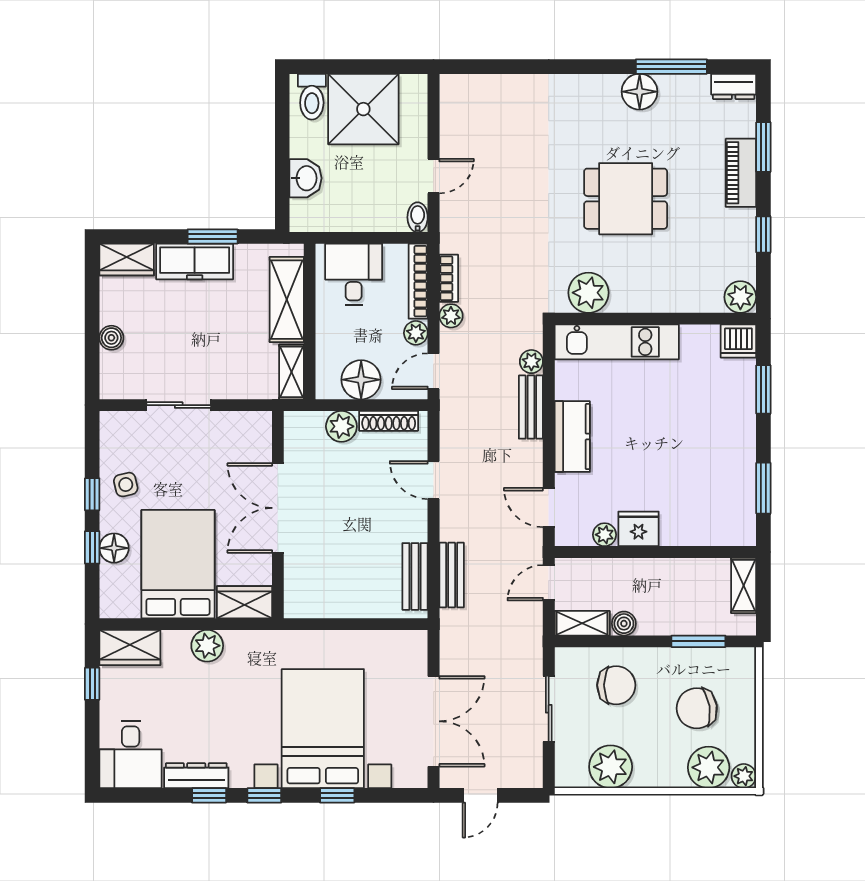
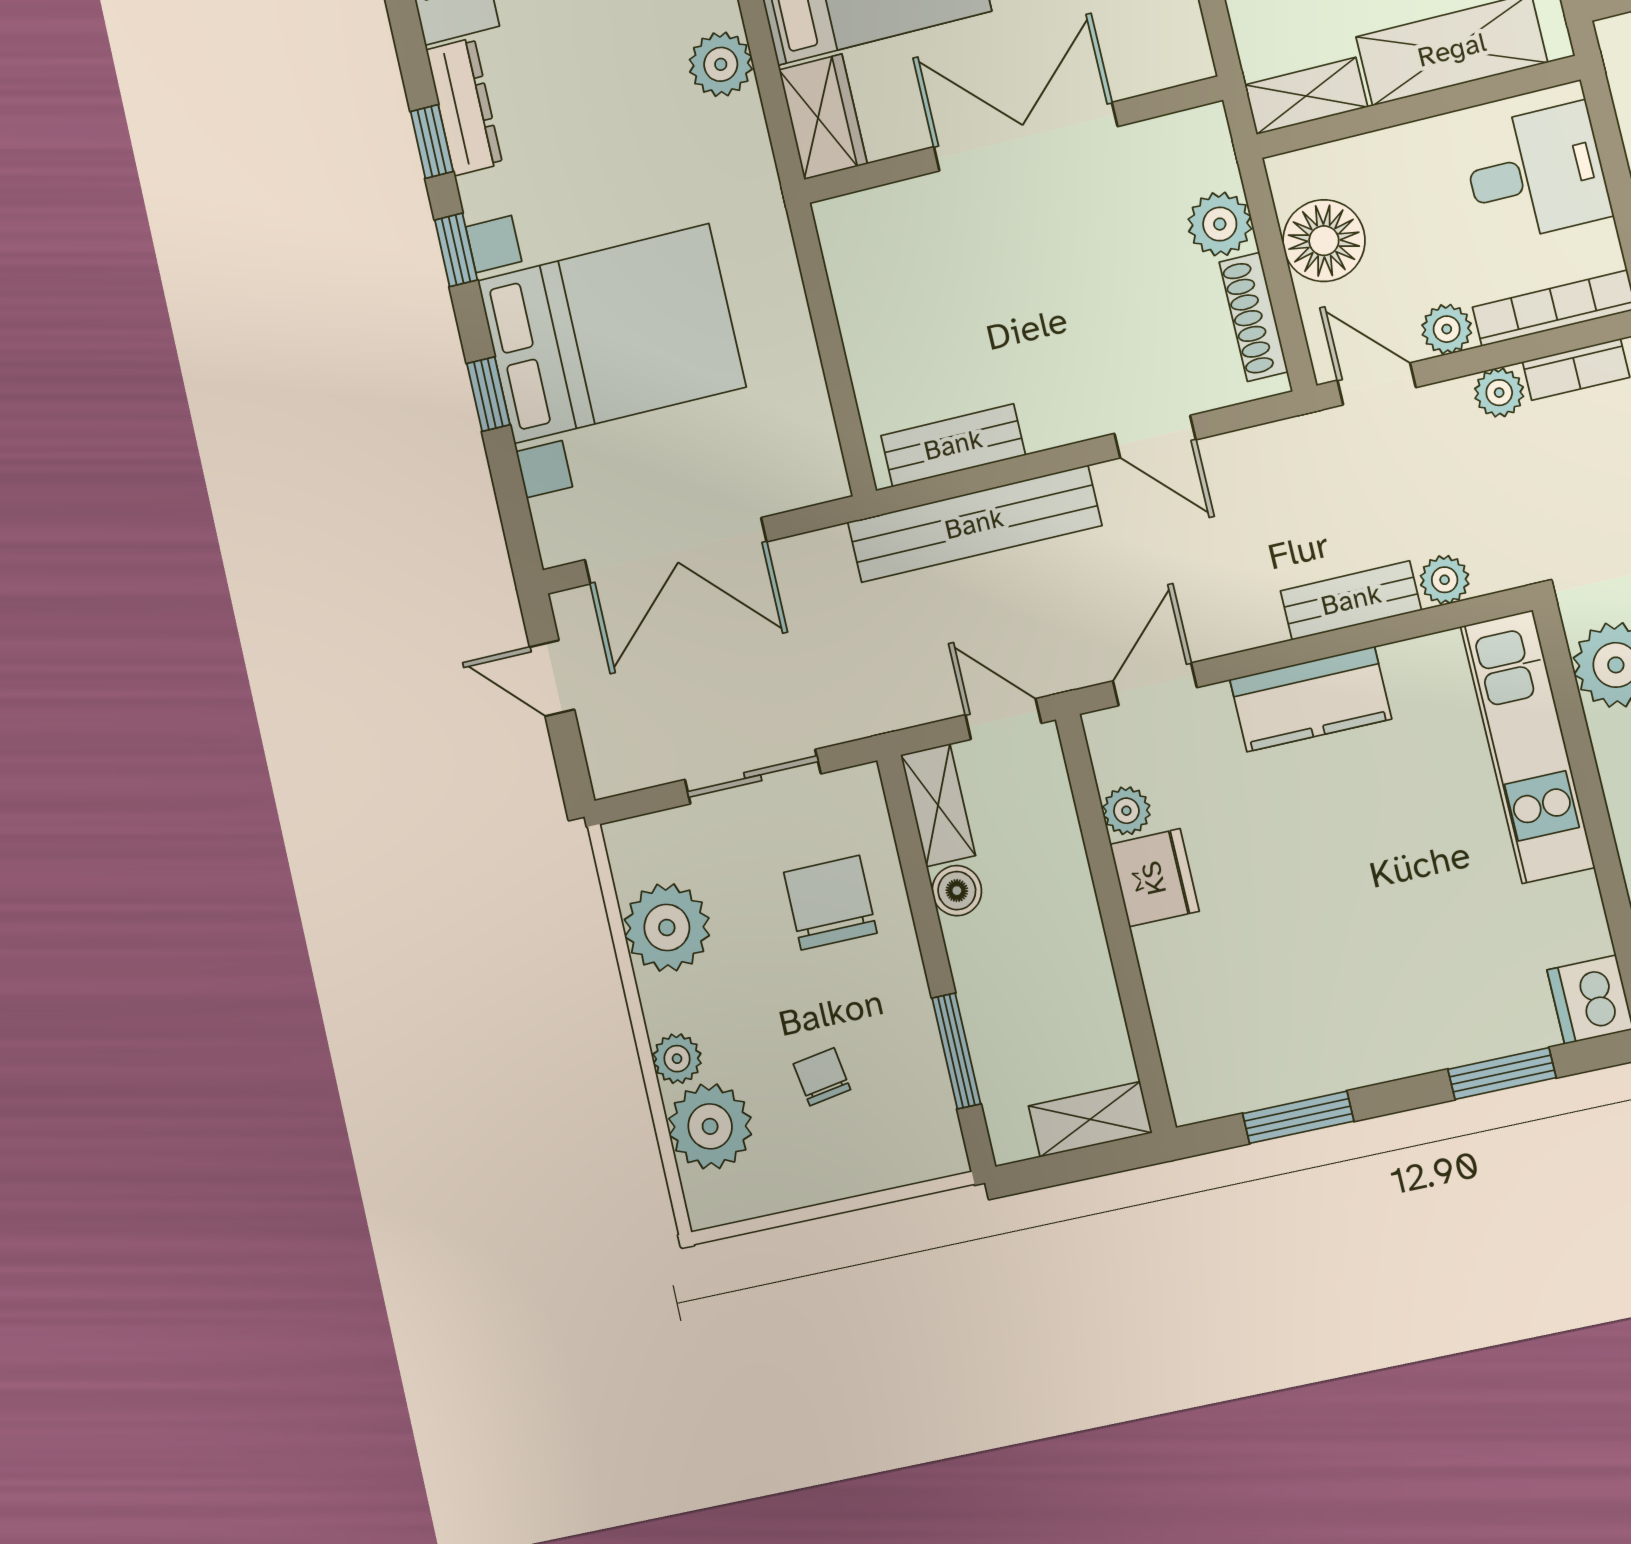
door: (434, 480) -> (1155, 437), swing flipped
bench: (452, 575) -> (974, 524), width x1.86, depth x1.21
chair: (616, 685) -> (830, 903), turned 180
chair: (697, 708) -> (822, 1077), width x0.54, depth x0.54
plant: (744, 776) -> (677, 1059), moved

